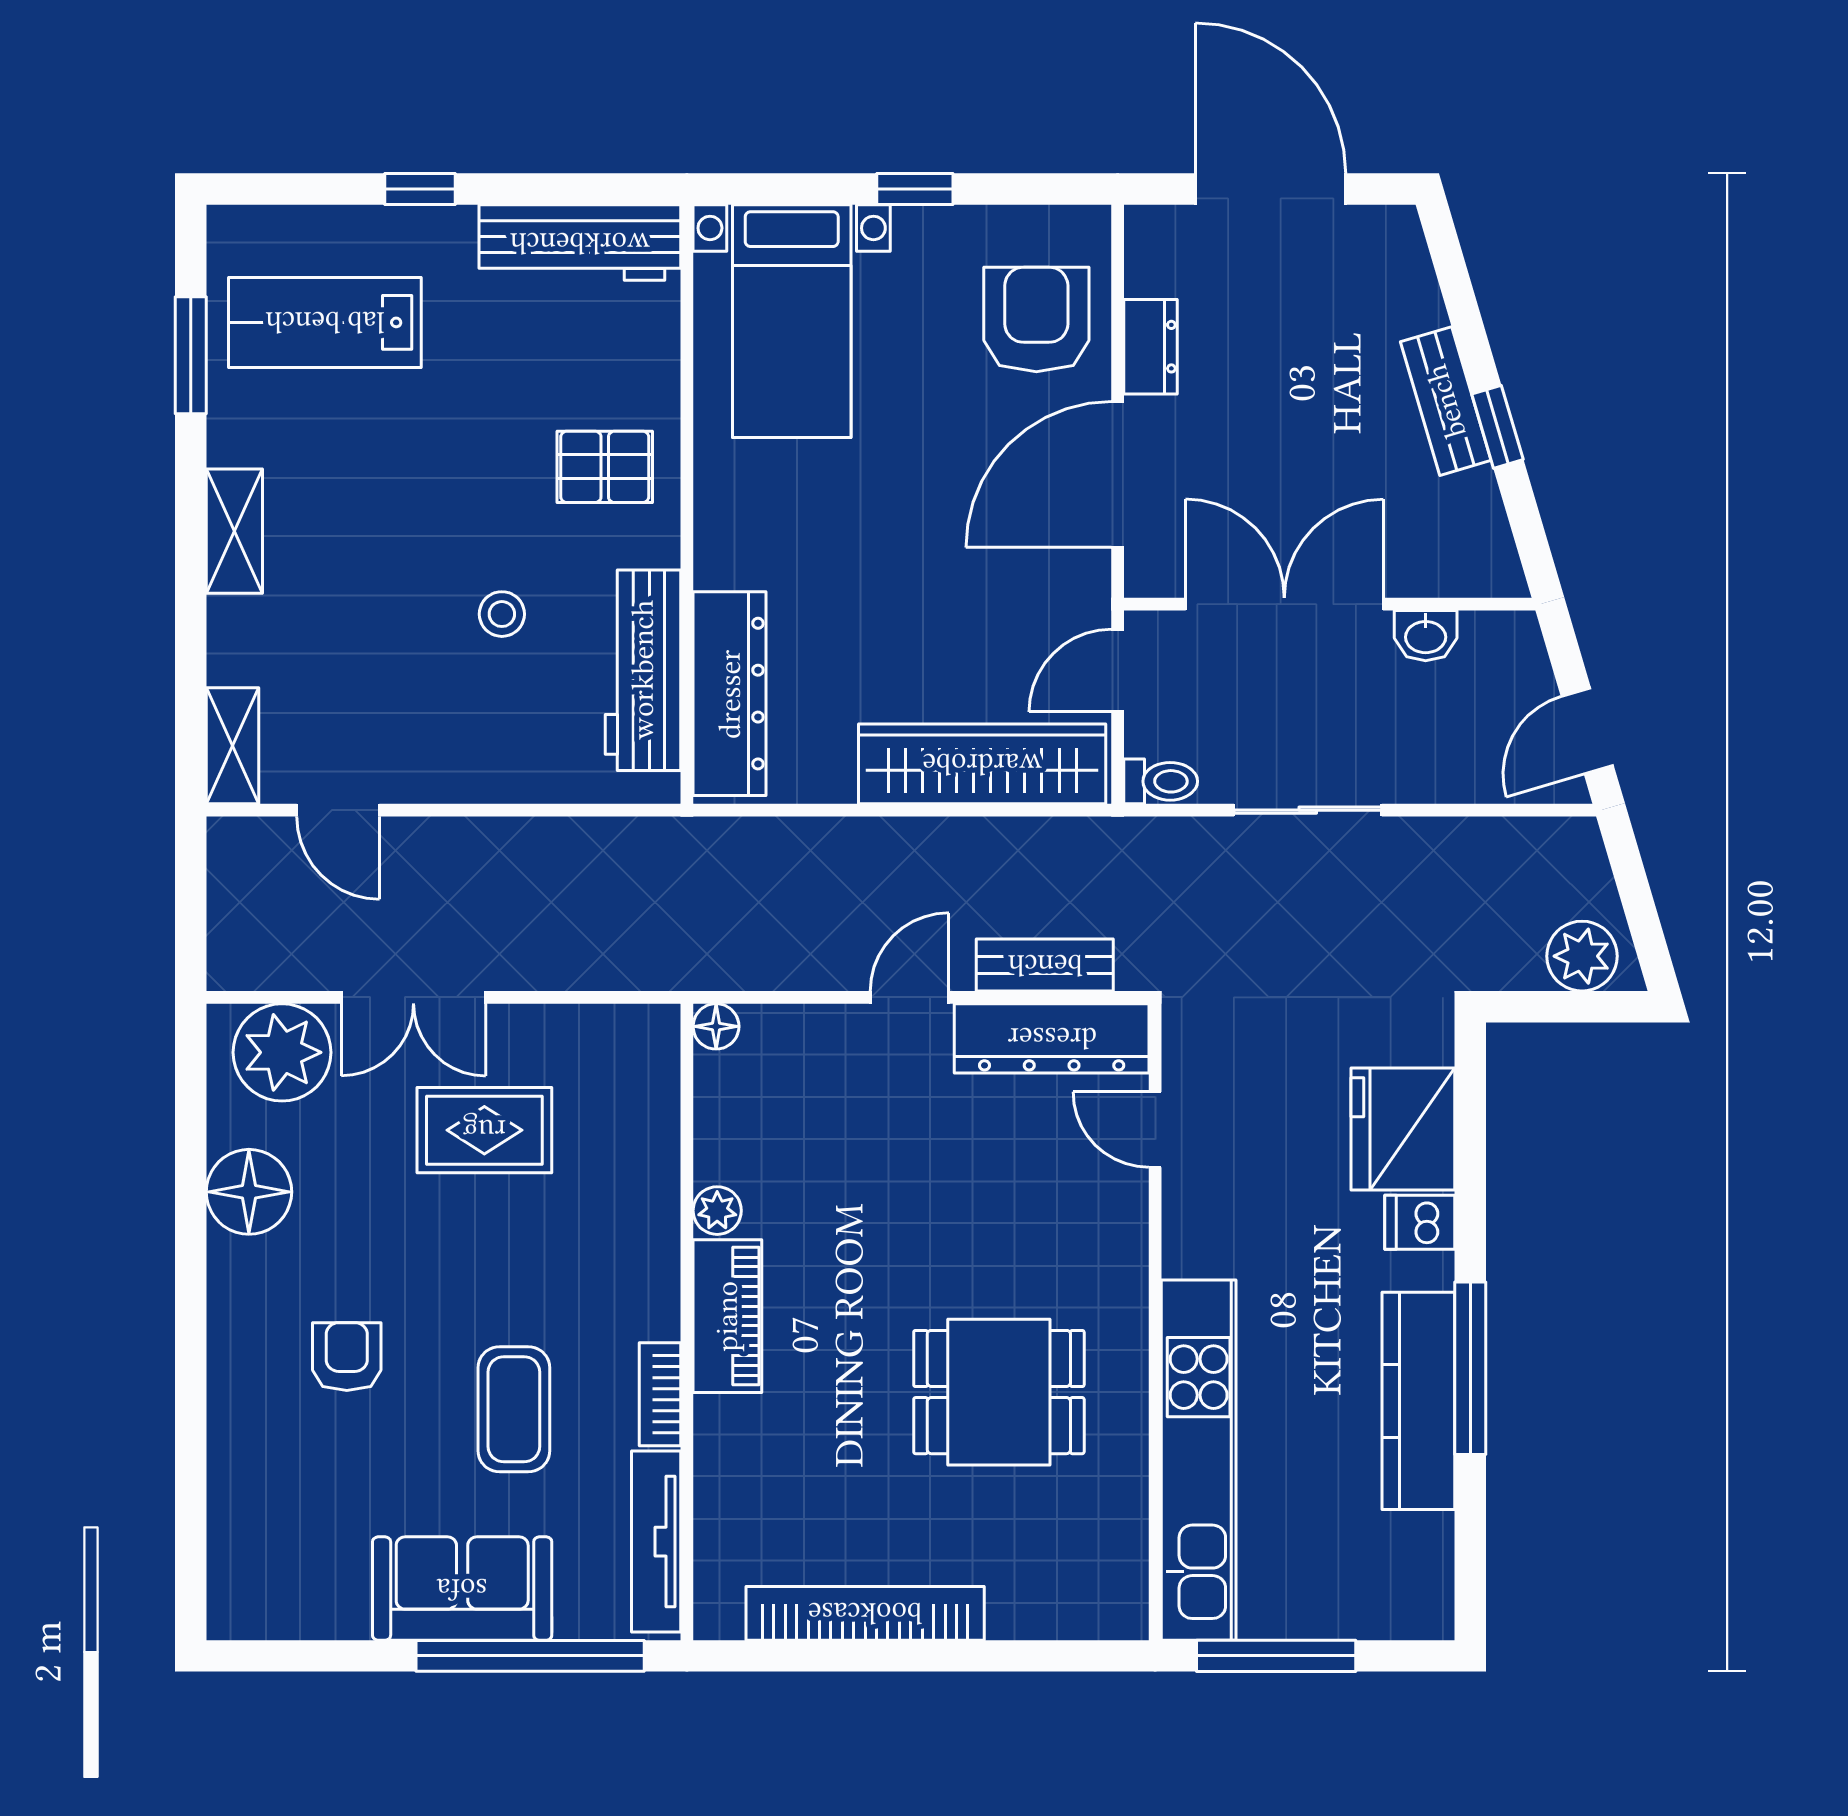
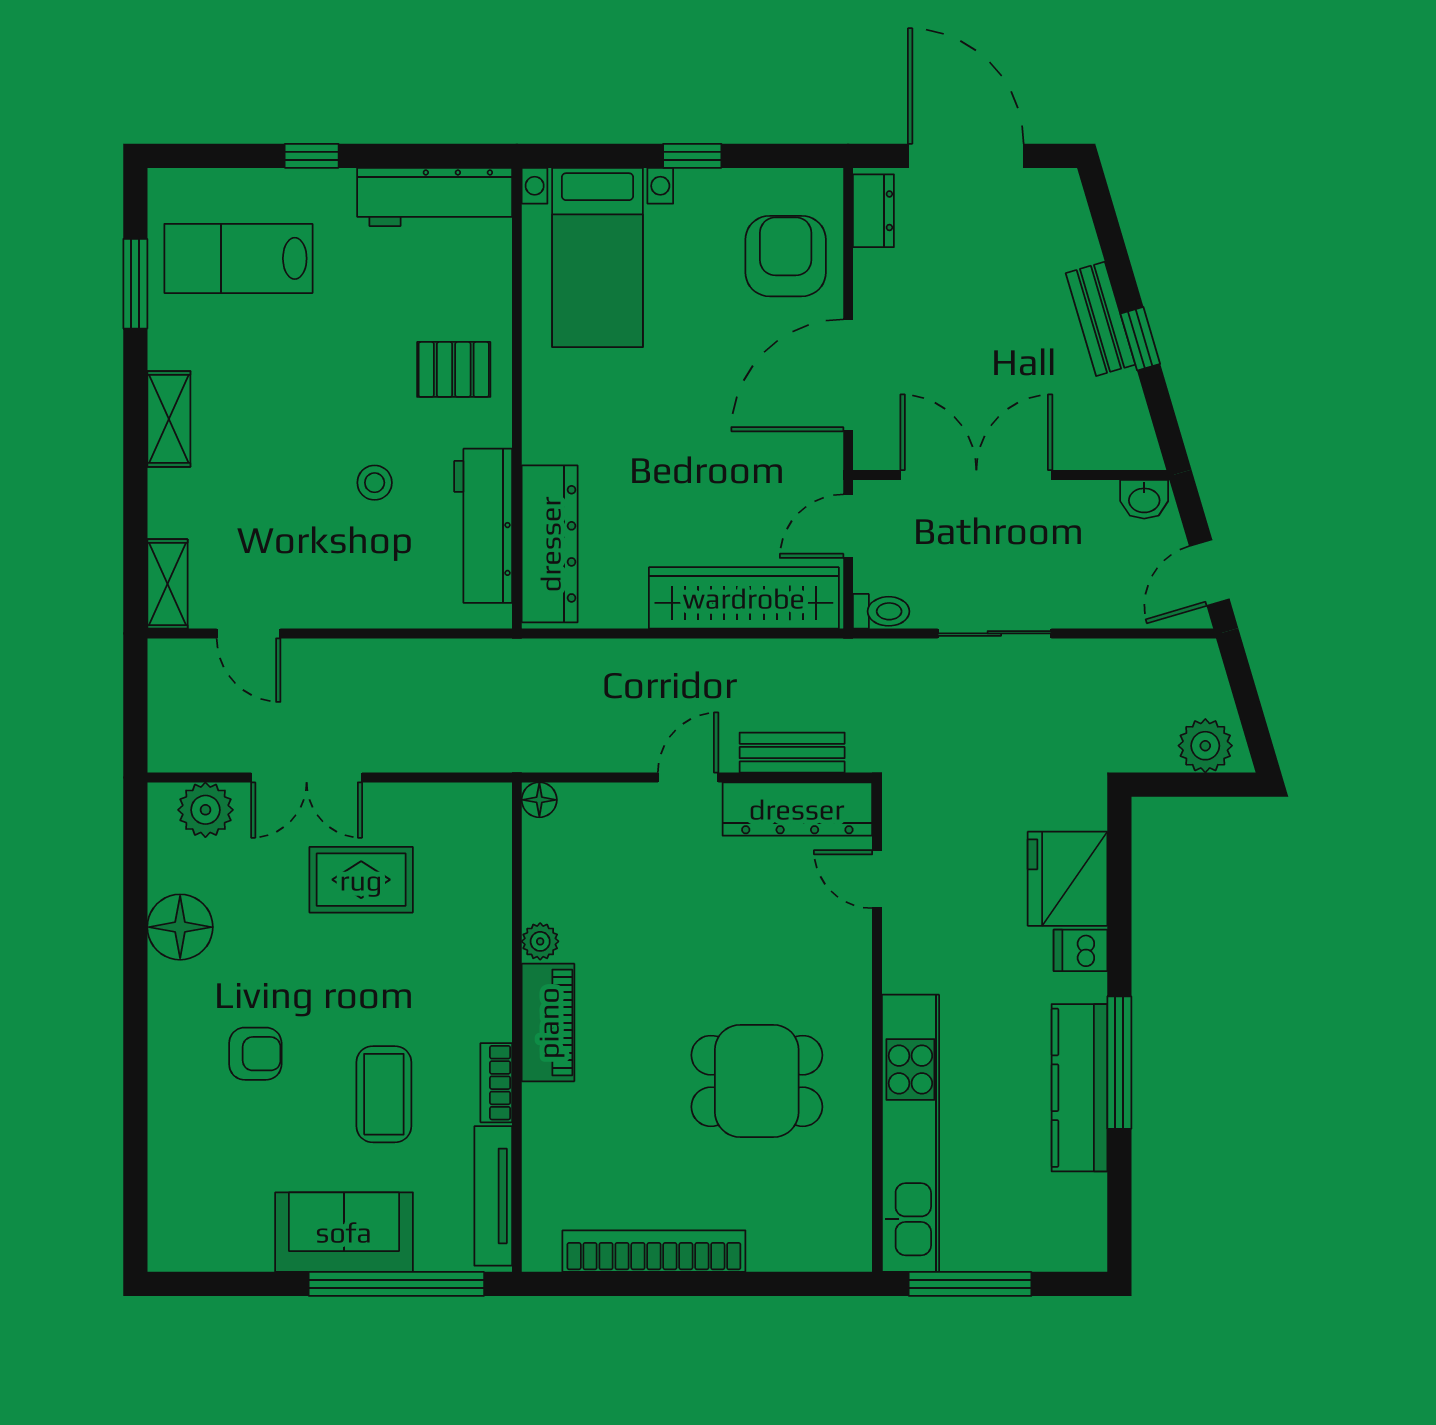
dresser: (1151, 347) -> (873, 211), moved
washbasin: (1426, 636) -> (1144, 499), moved
plant: (282, 1052) -> (205, 810), width x0.73, depth x0.73
armchair: (347, 1357) -> (255, 1054), turned 90

